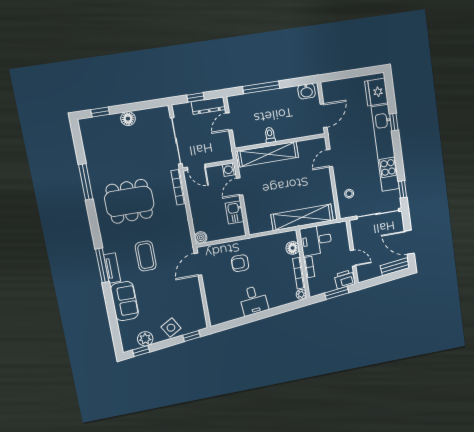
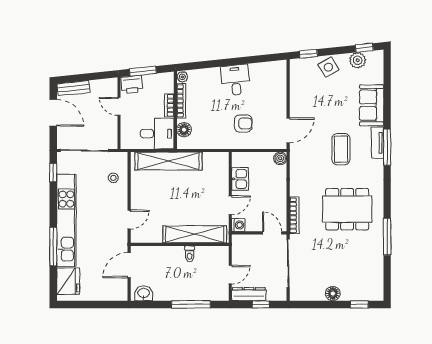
window: (394, 122) -> (53, 247), width x2.17

